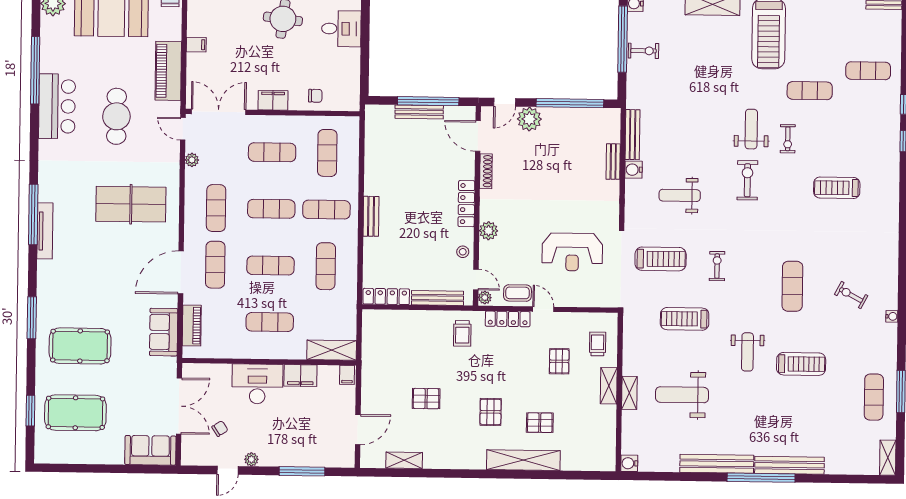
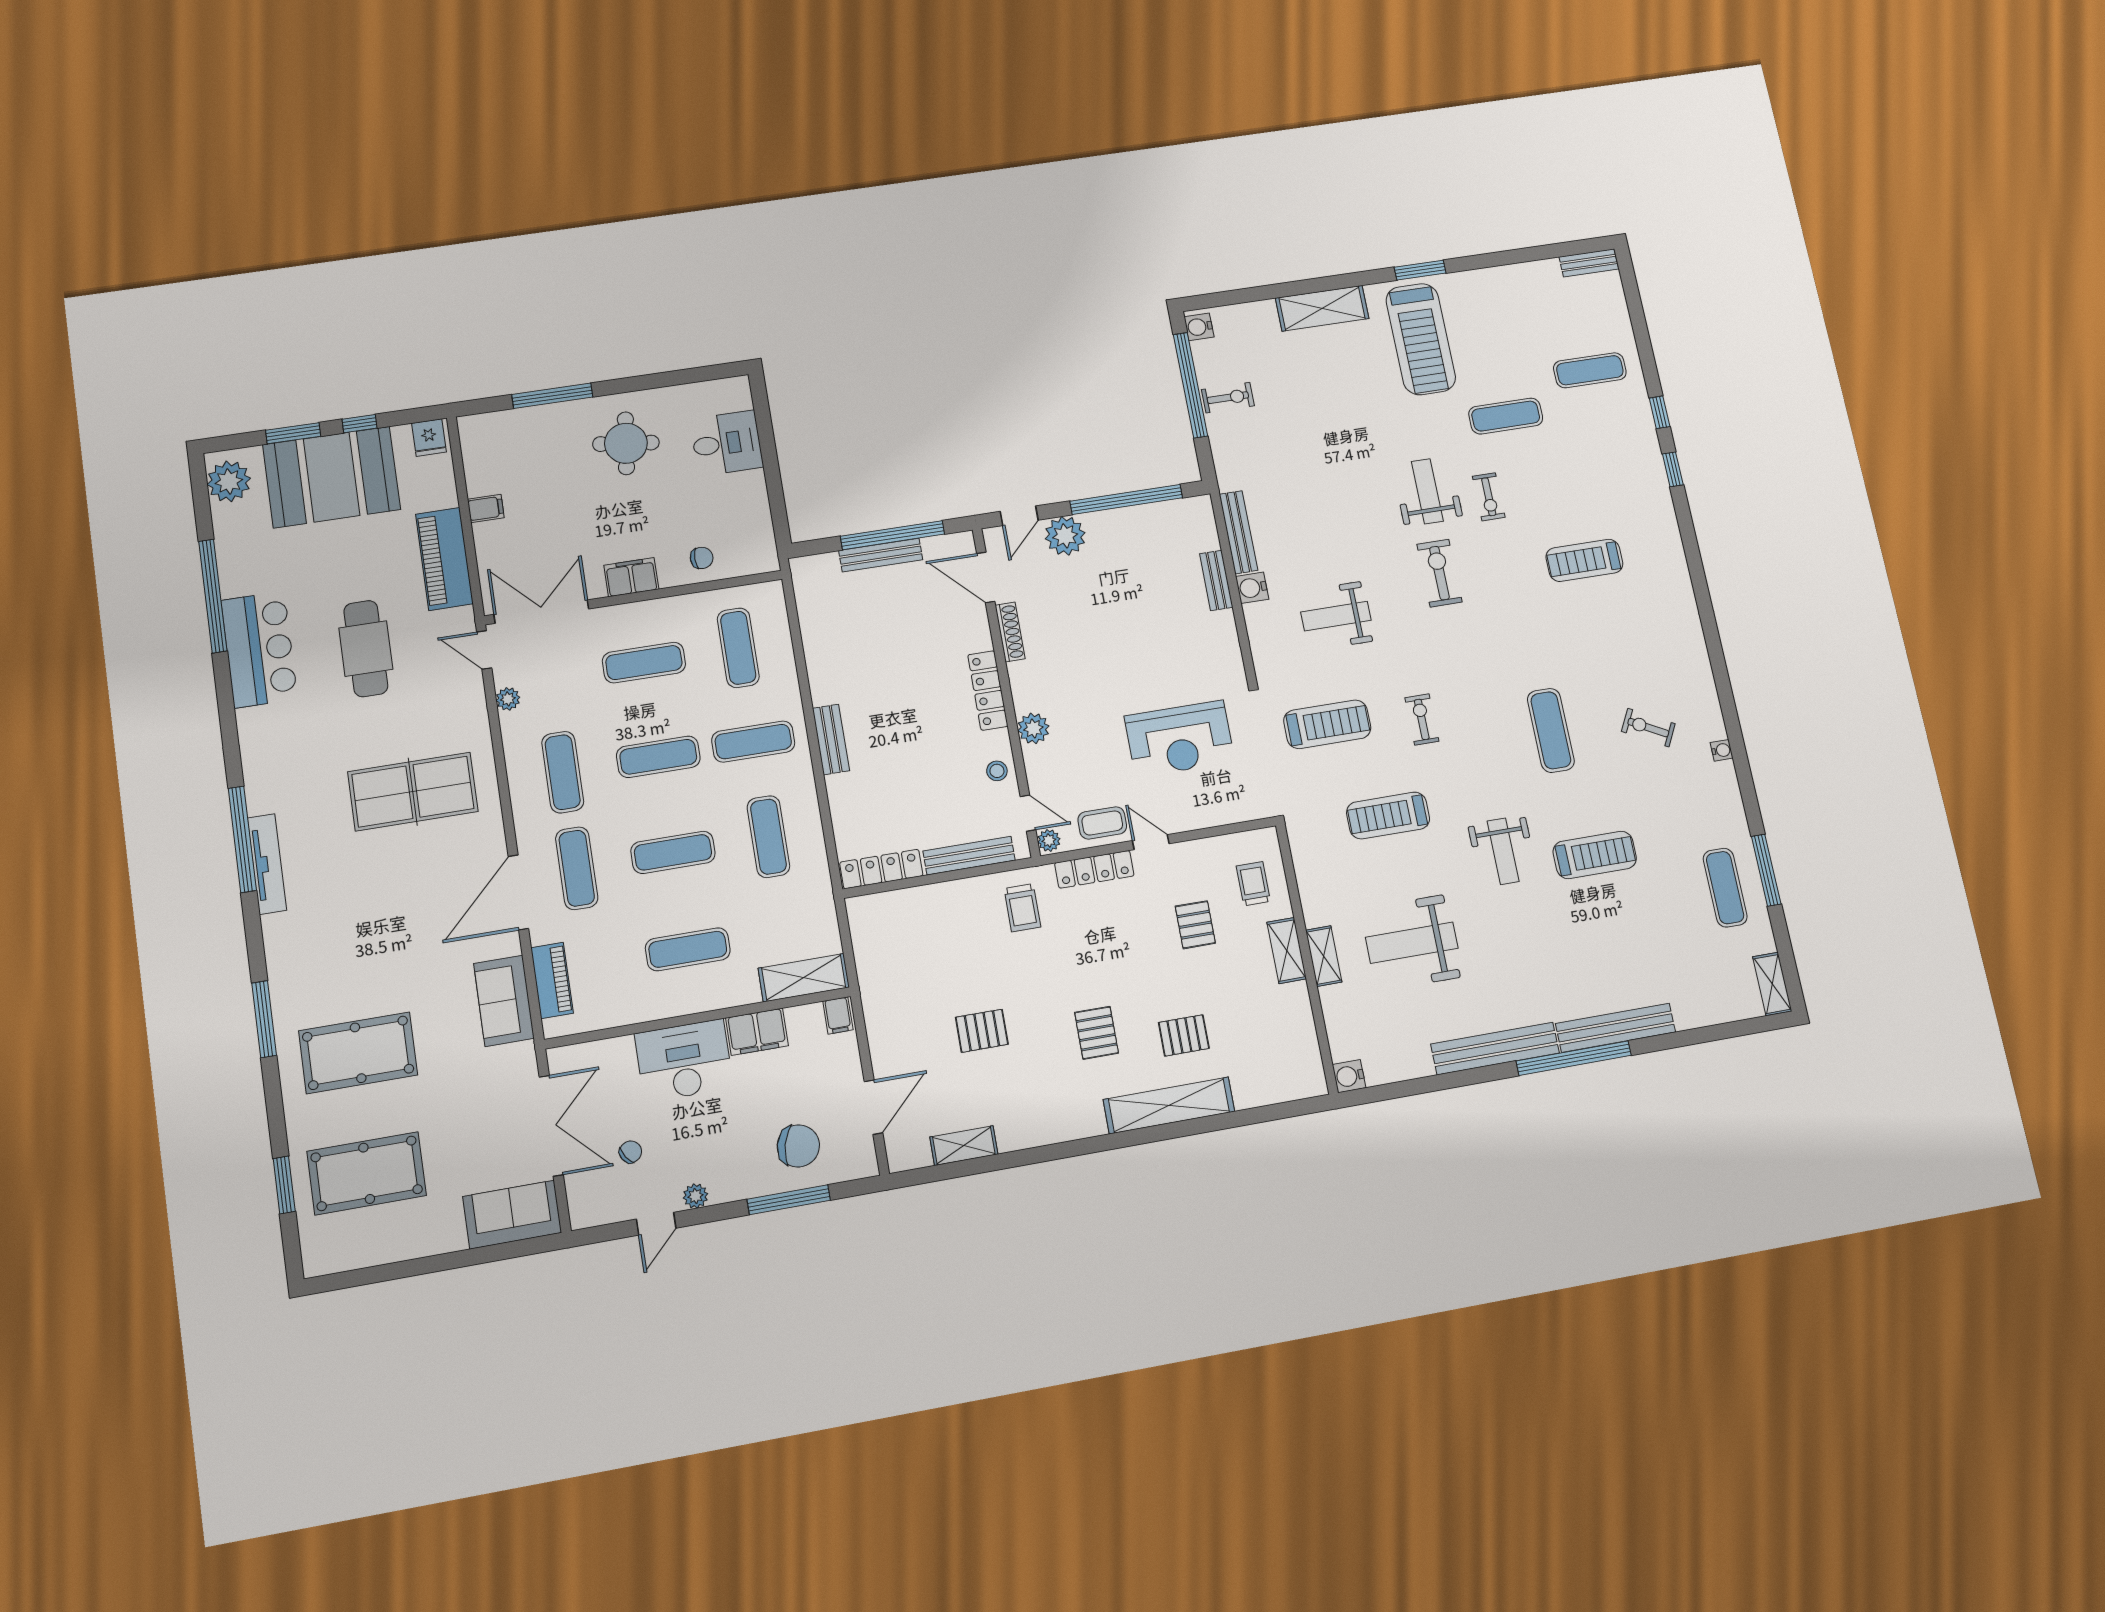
chair: (312, 443) -> (798, 1146), added

